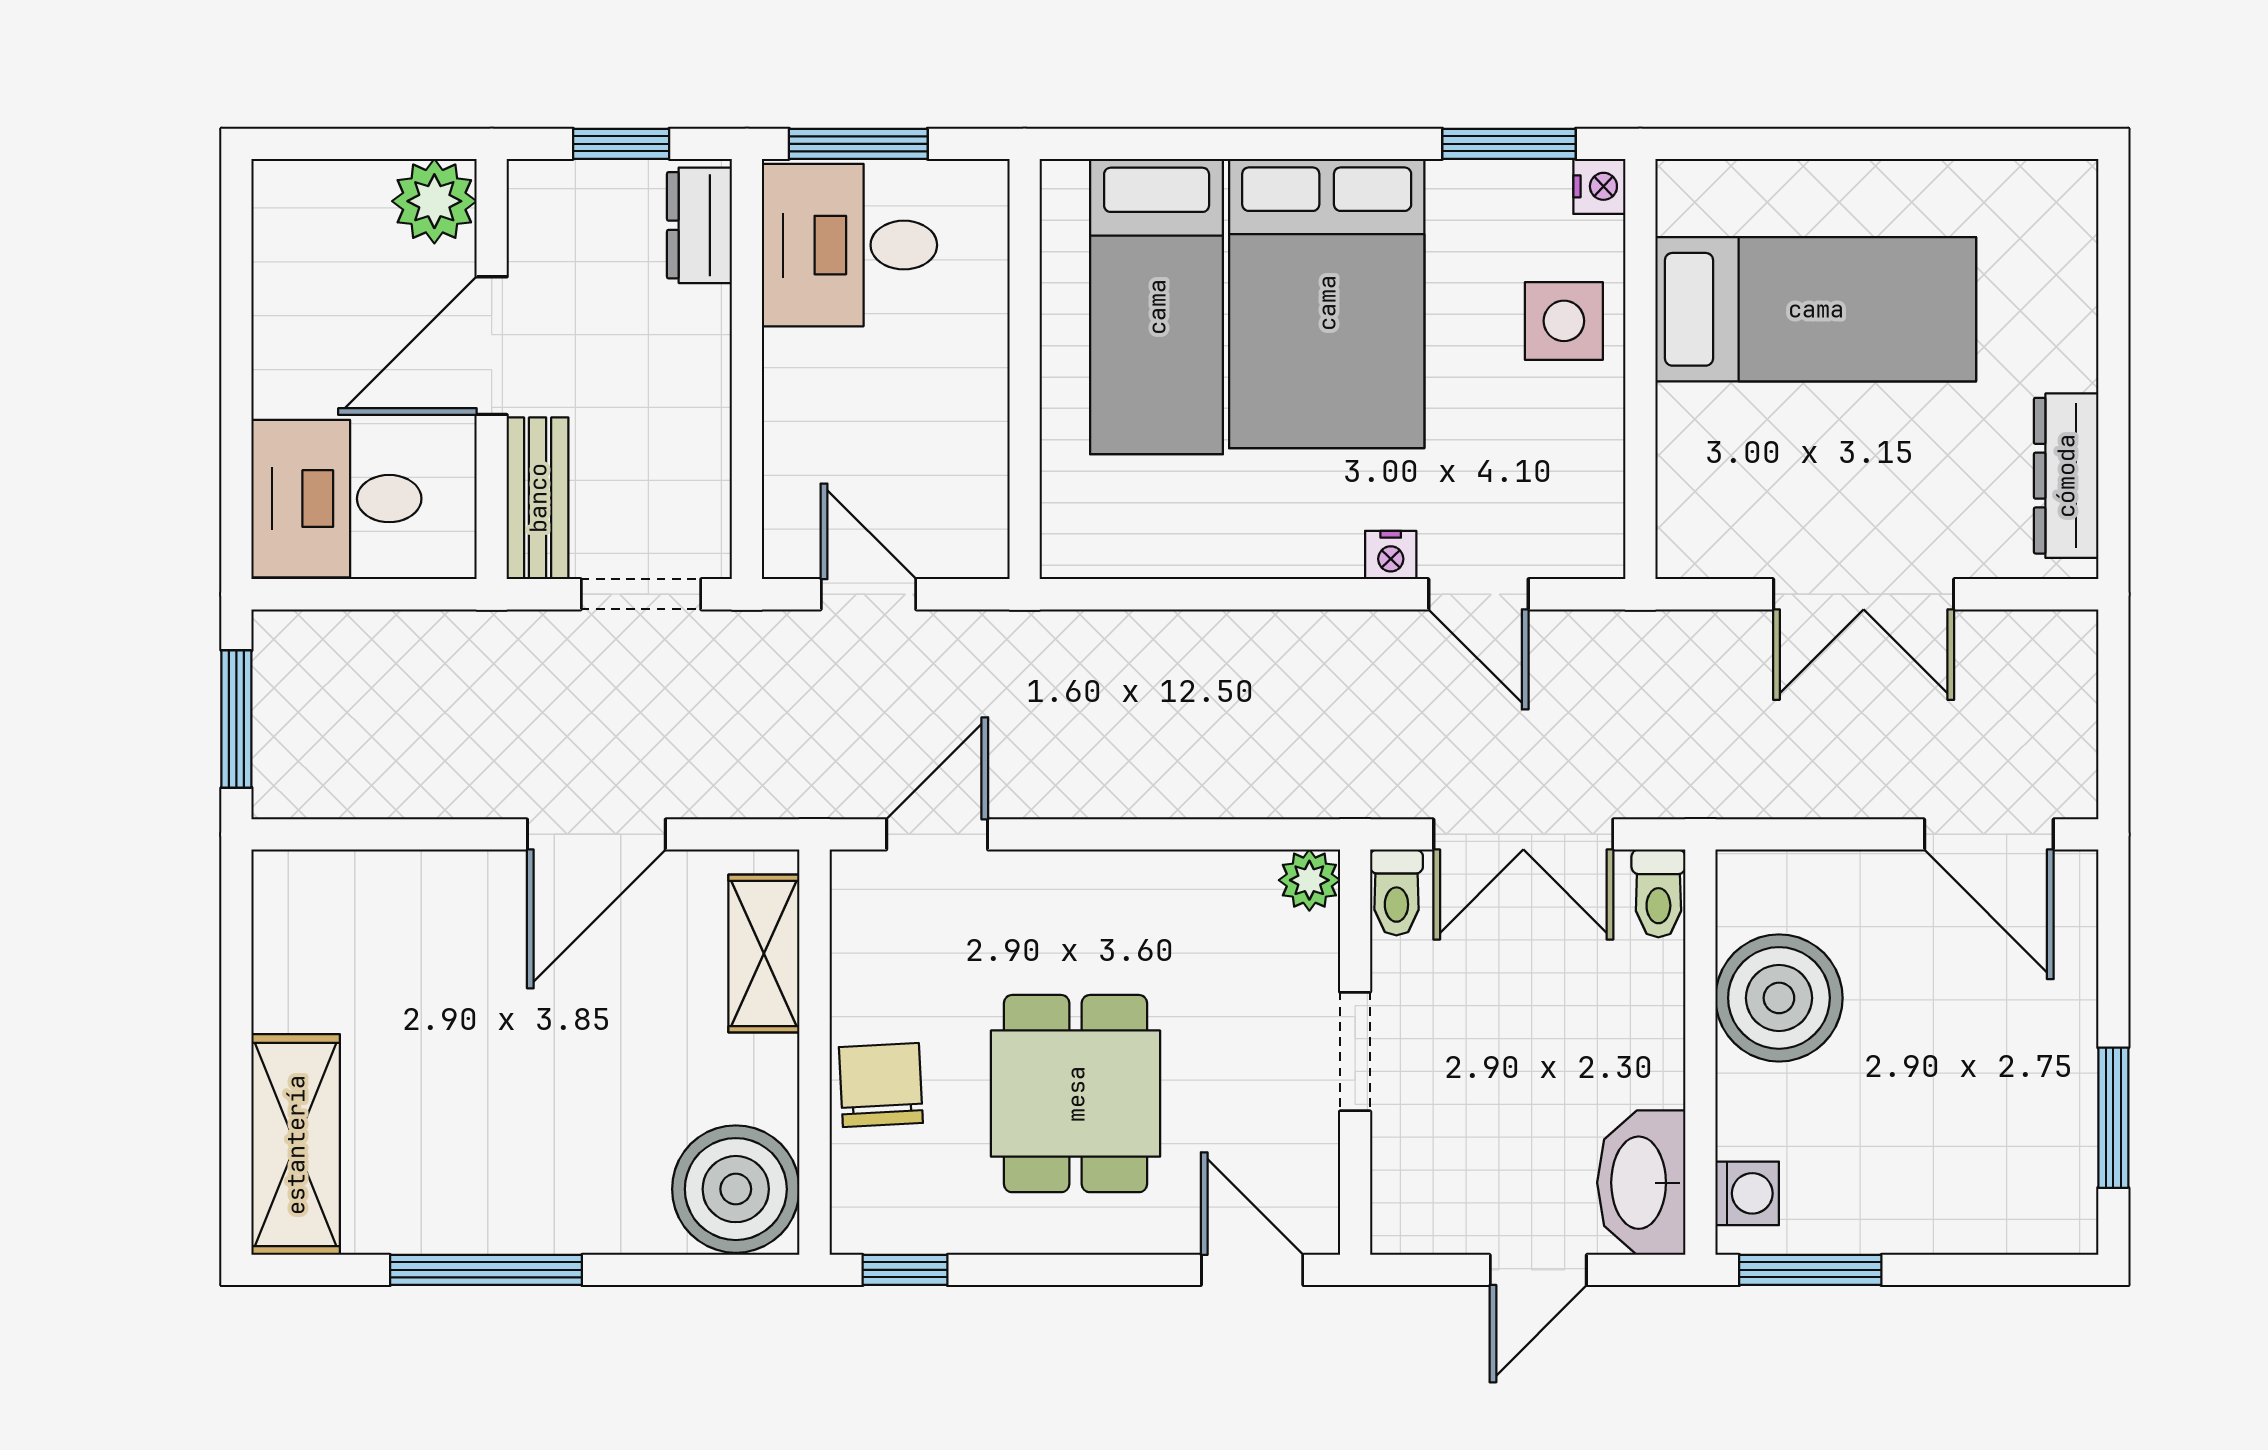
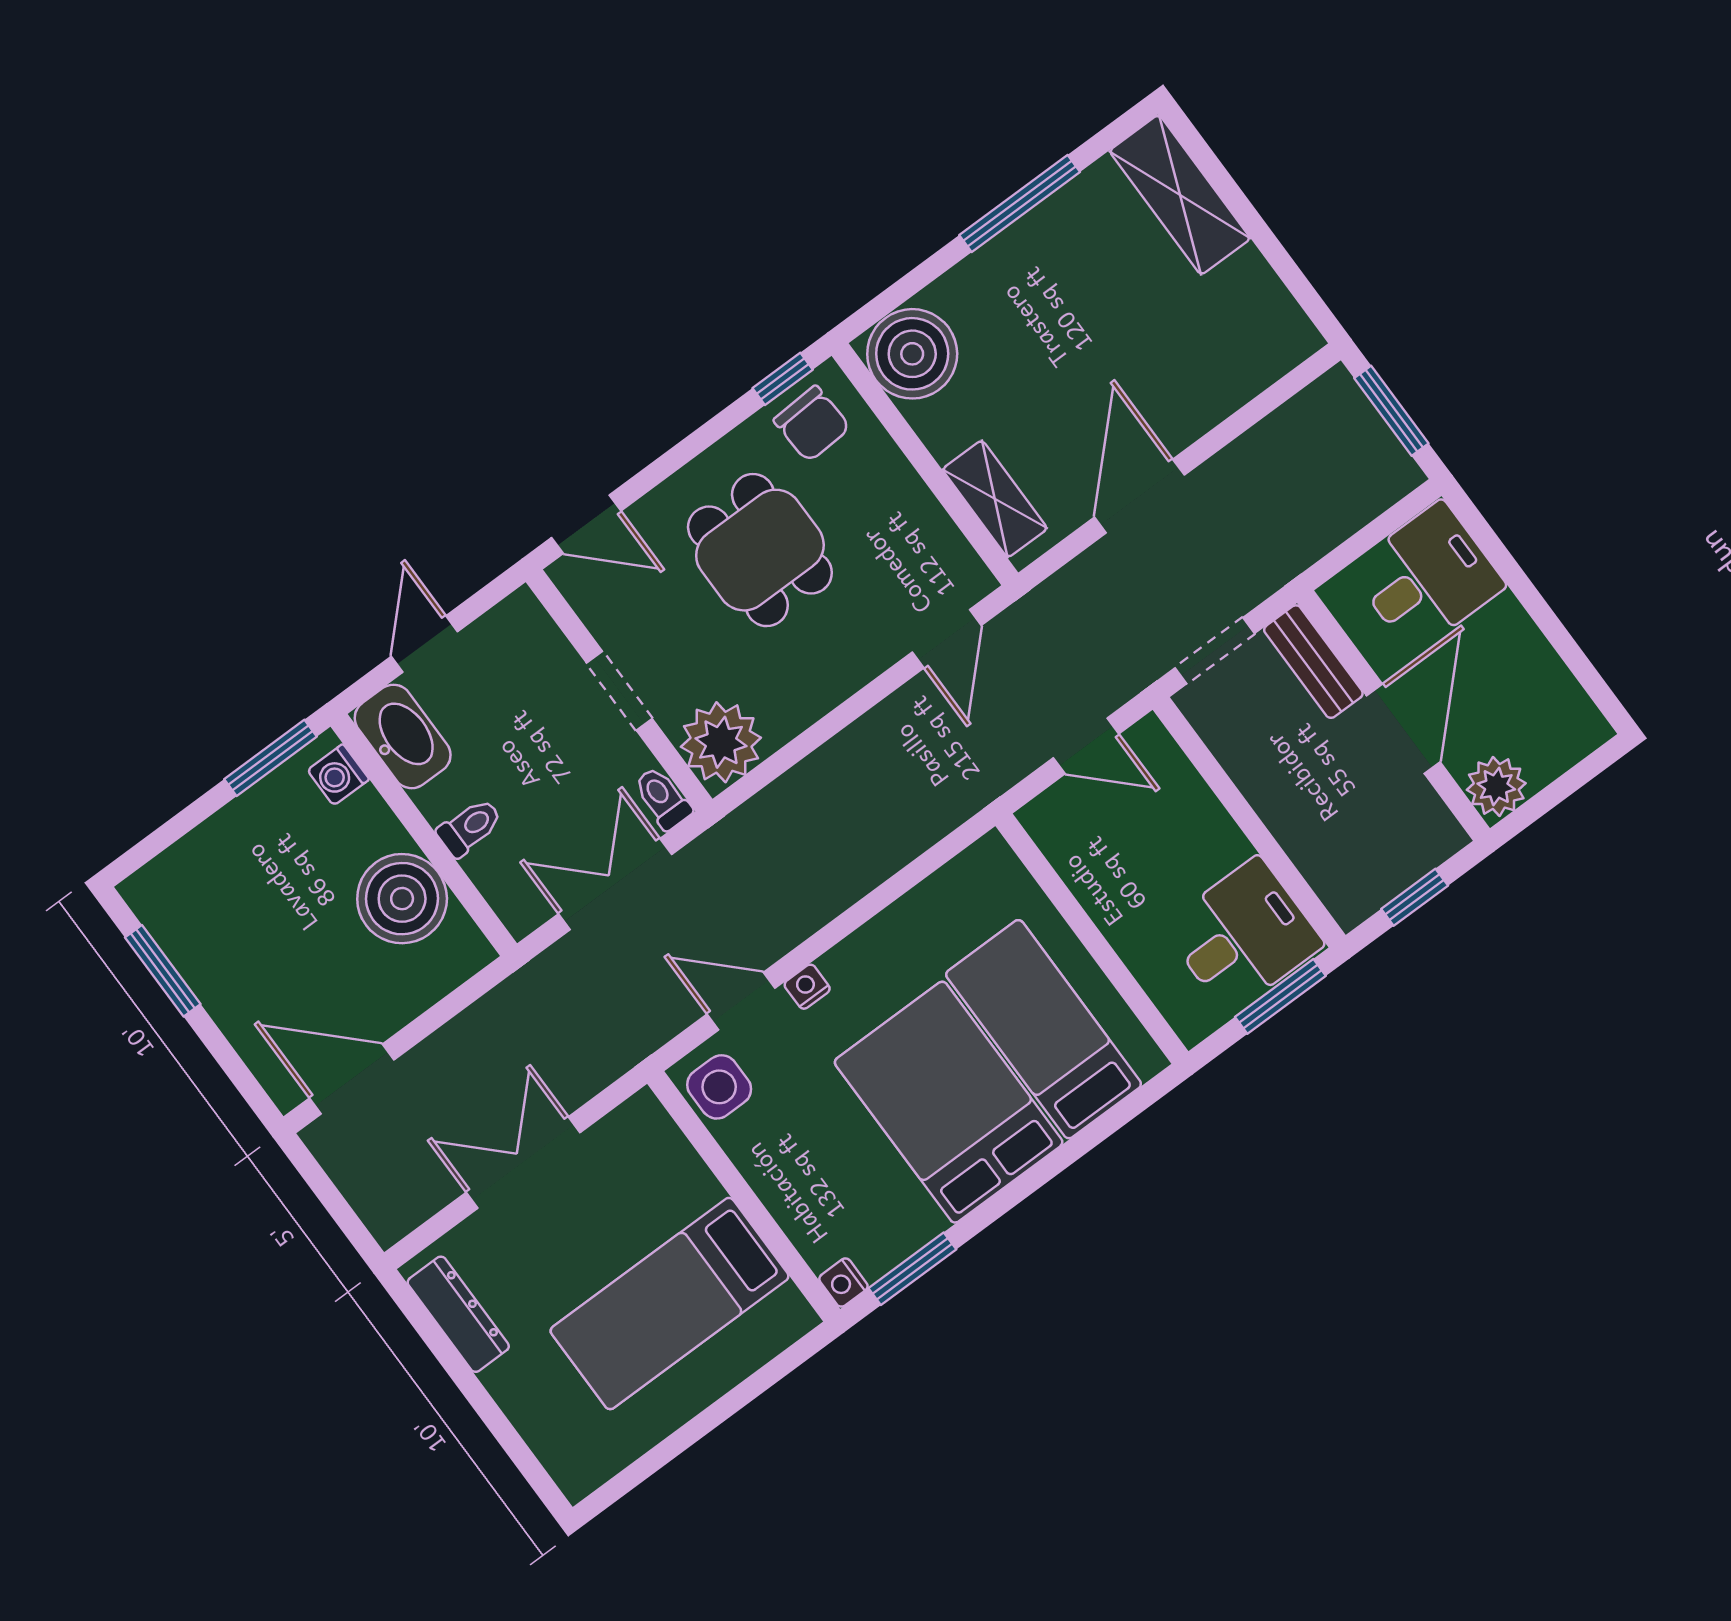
dresser: (699, 225) -> (1336, 884), removed
side table: (1564, 321) -> (719, 1087), moved
plant: (1309, 880) -> (721, 742), width x1.88, depth x1.88
toilet: (1658, 893) -> (470, 827), moved, turned 90
chair: (881, 1085) -> (812, 424), moved

